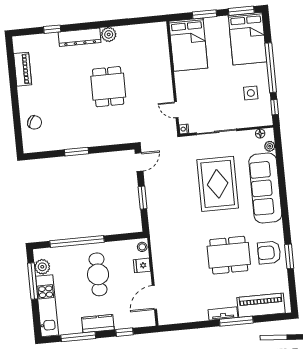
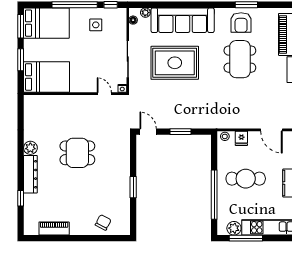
door: (176, 110) -> (104, 94), swing flipped

